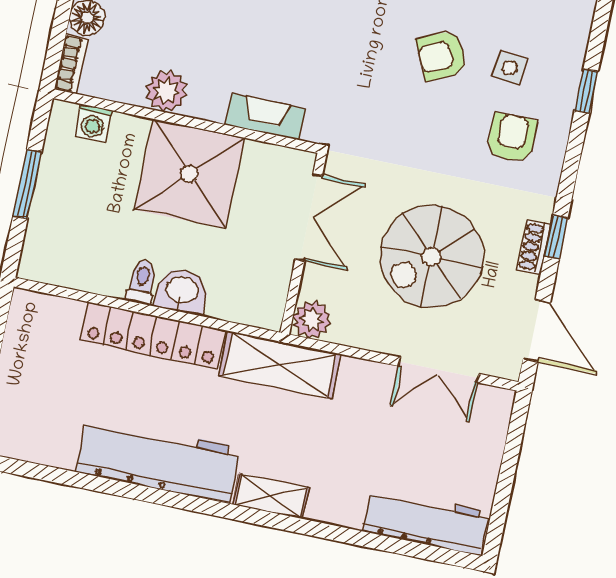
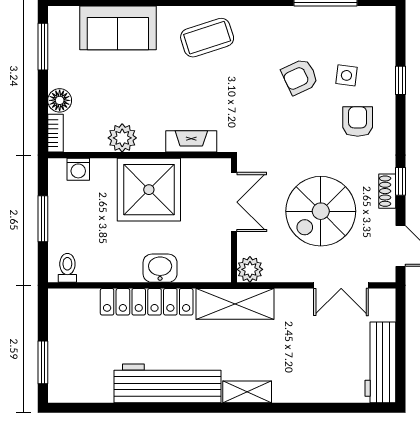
toilet: (142, 282) -> (67, 268), moved
workbench: (426, 521) -> (380, 362), moved, turned -90

